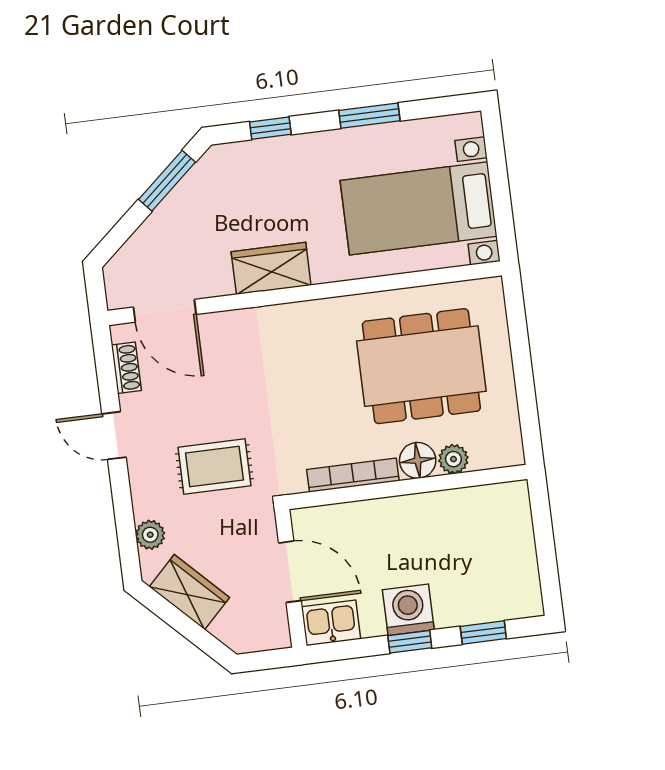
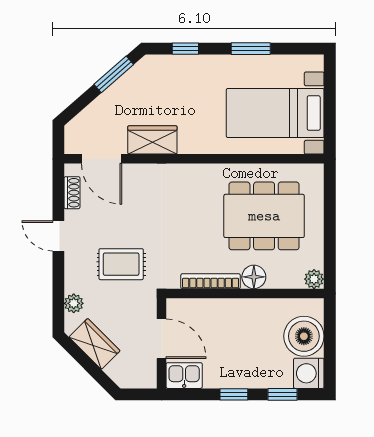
wardrobe: (271, 268) -> (152, 140), moved
plant: (453, 459) -> (314, 279), moved
boiler: (505, 541) -> (304, 336), added
washing machine: (408, 610) -> (309, 373), moved, turned -90

